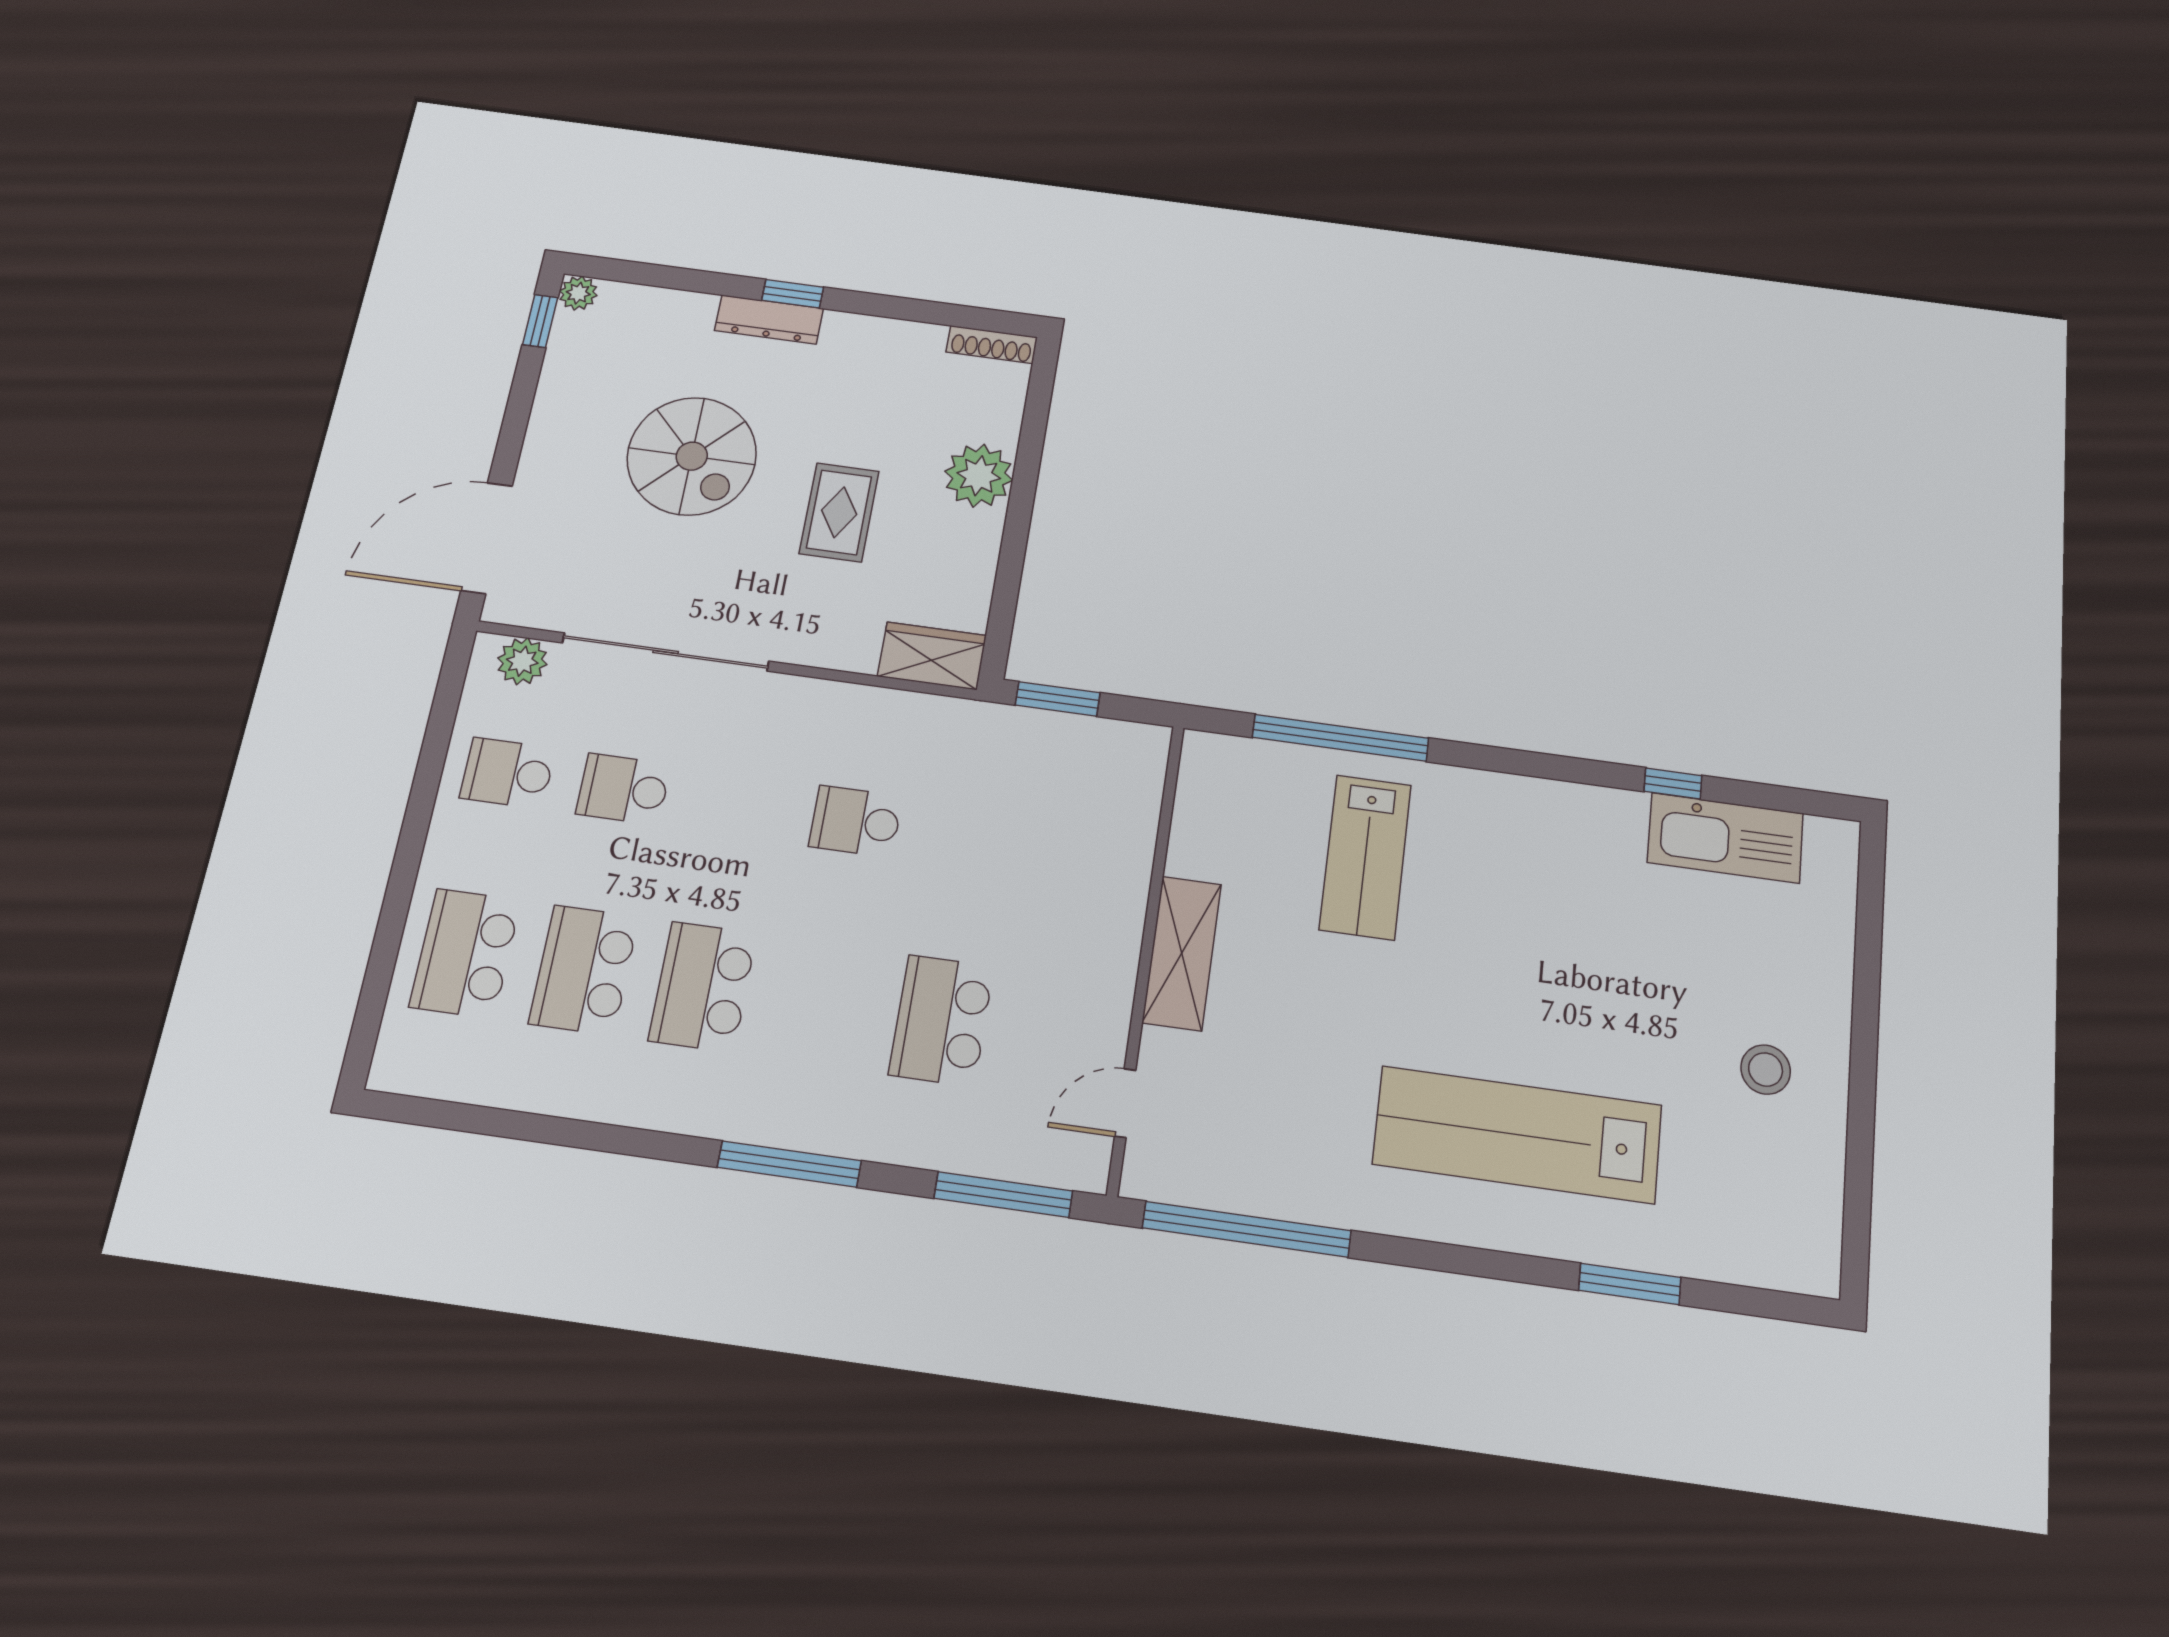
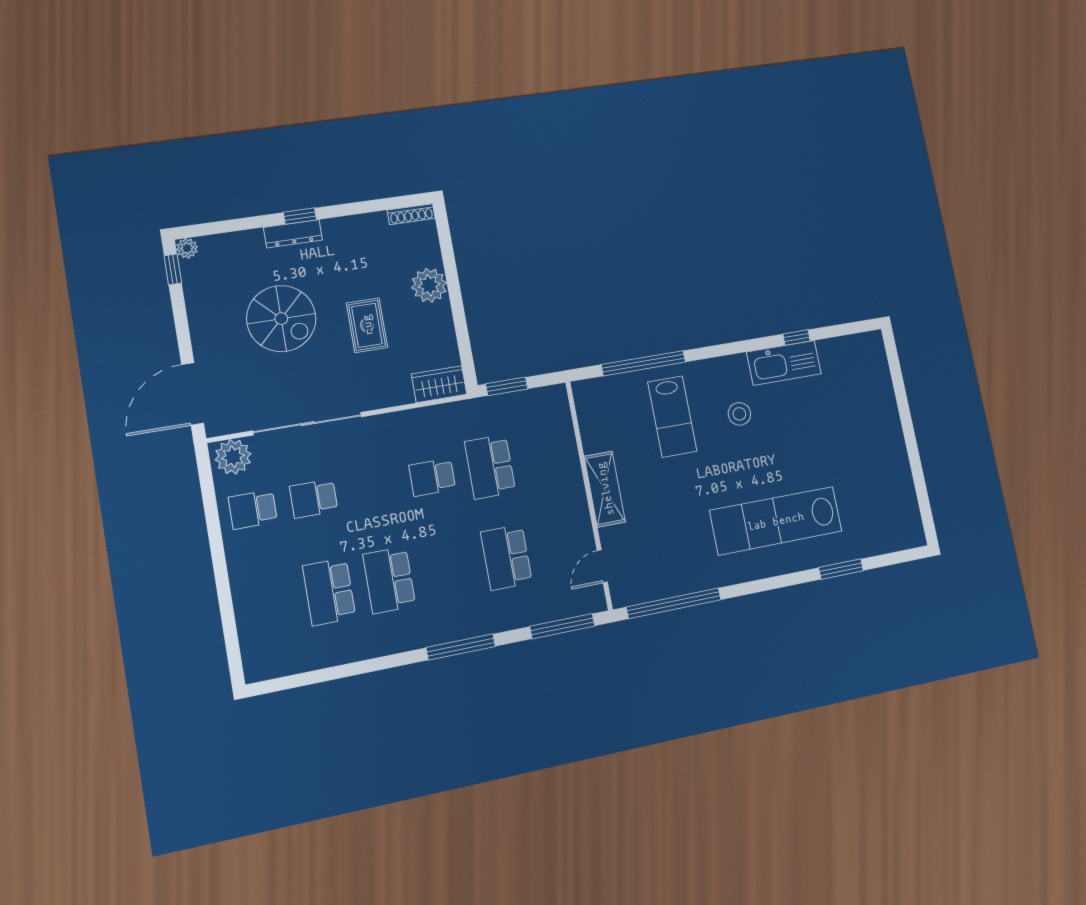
plant: (522, 661) -> (233, 457), width x1.36, depth x1.36
kitchen sink: (1725, 838) -> (784, 363), moved
school desk: (465, 953) -> (490, 467), moved
stool: (1766, 1070) -> (739, 414), moved

